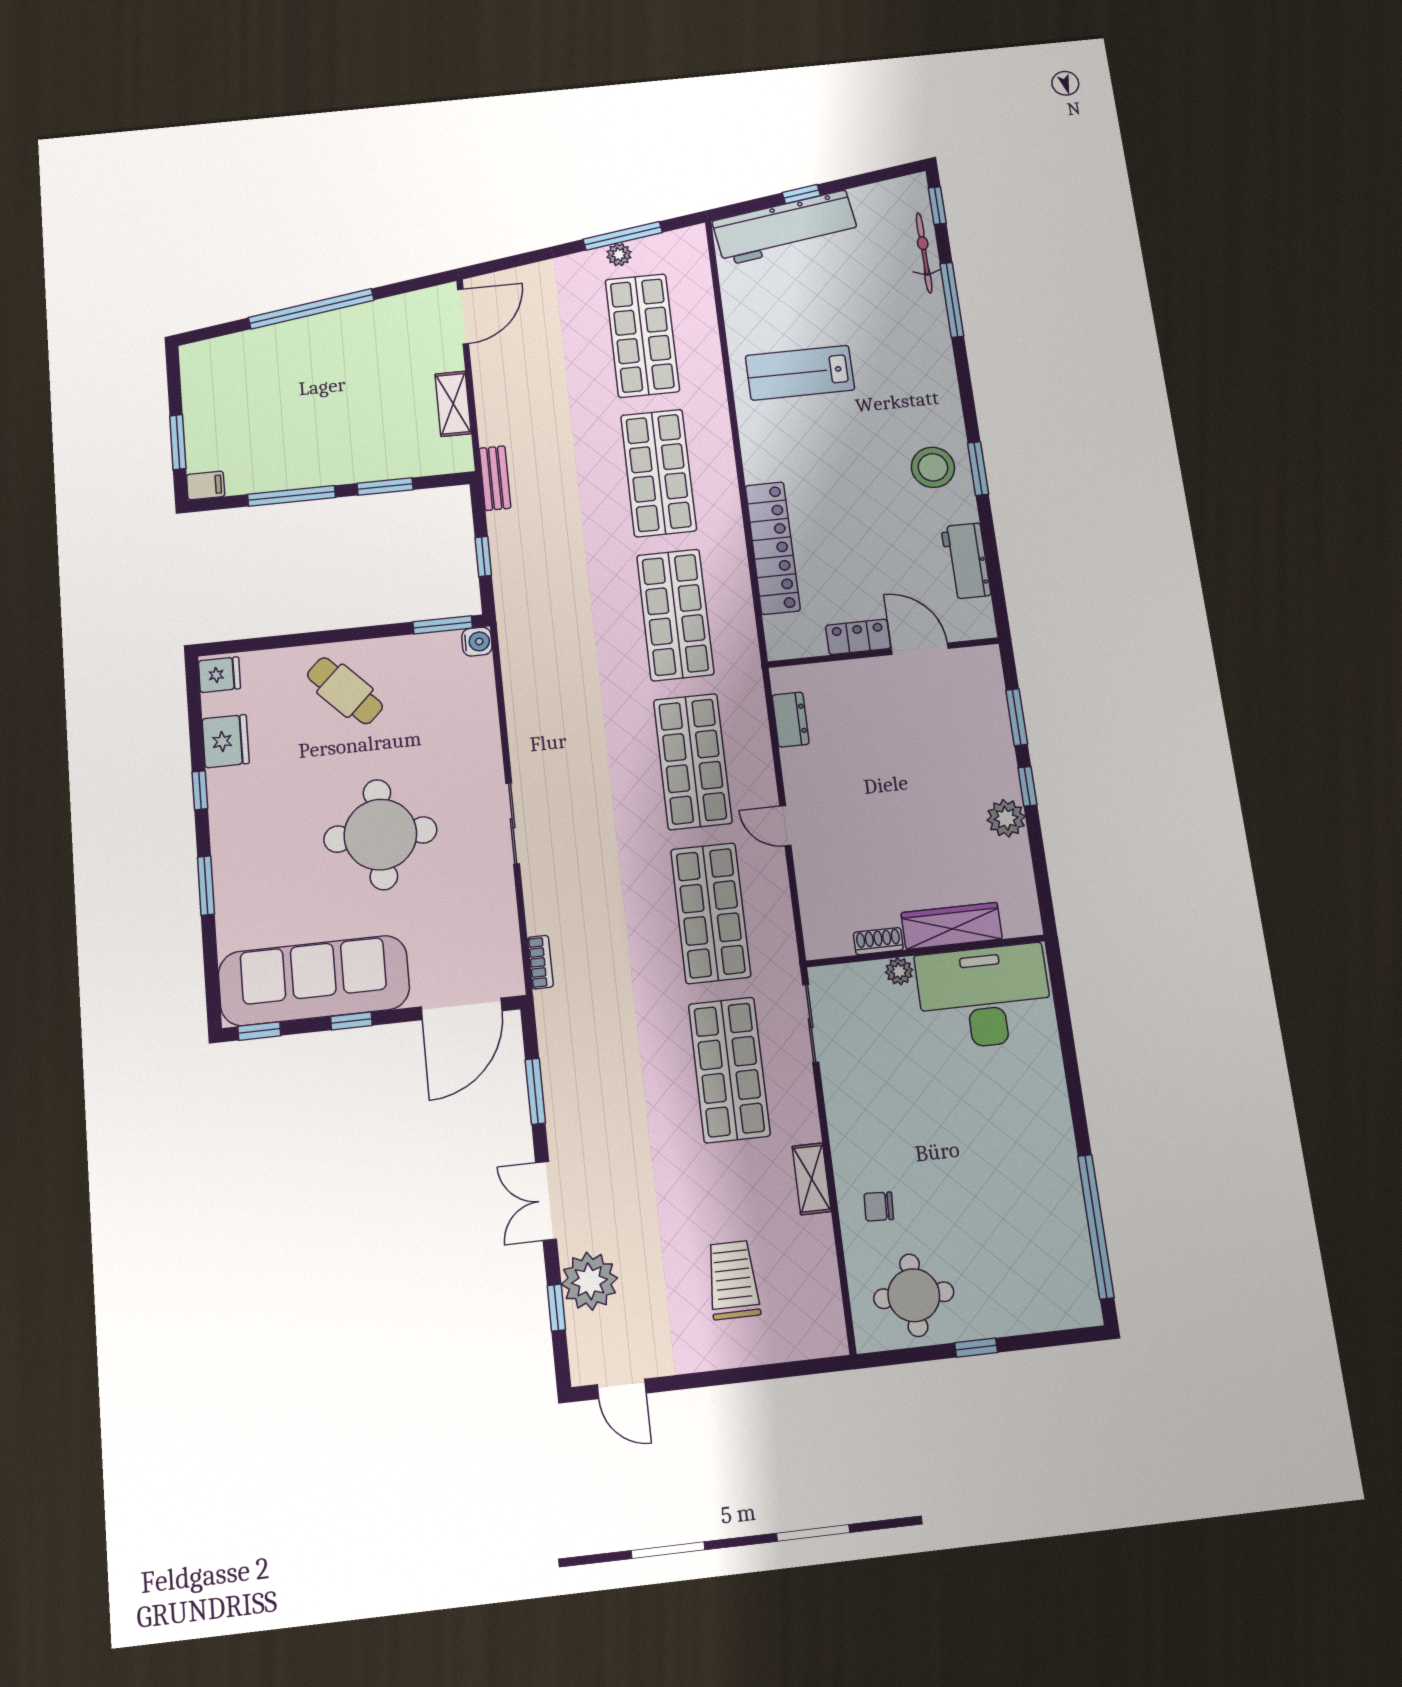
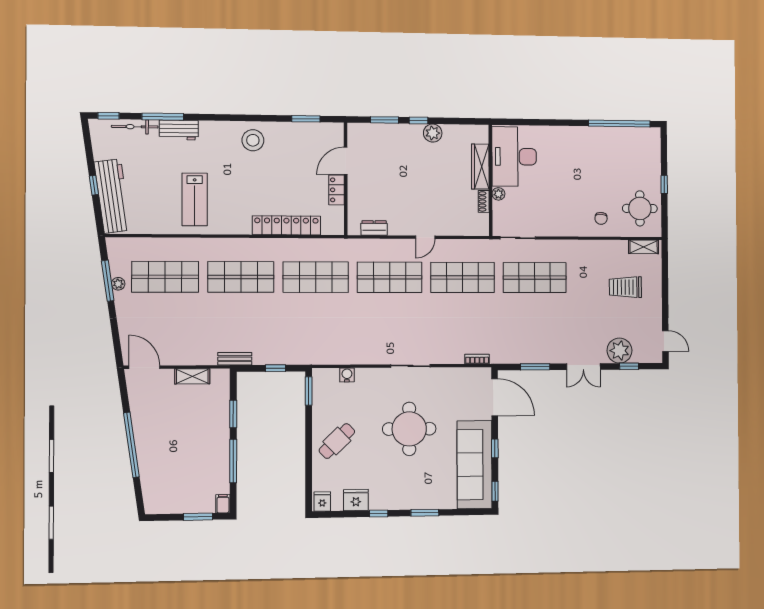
window: (978, 469) -> (306, 119), moved
workbench: (966, 561) -> (179, 130), moved
water cooler: (477, 642) -> (347, 375), moved
shelving: (812, 1179) -> (644, 247), moved
door: (622, 1389) -> (665, 341), hinge flipped

